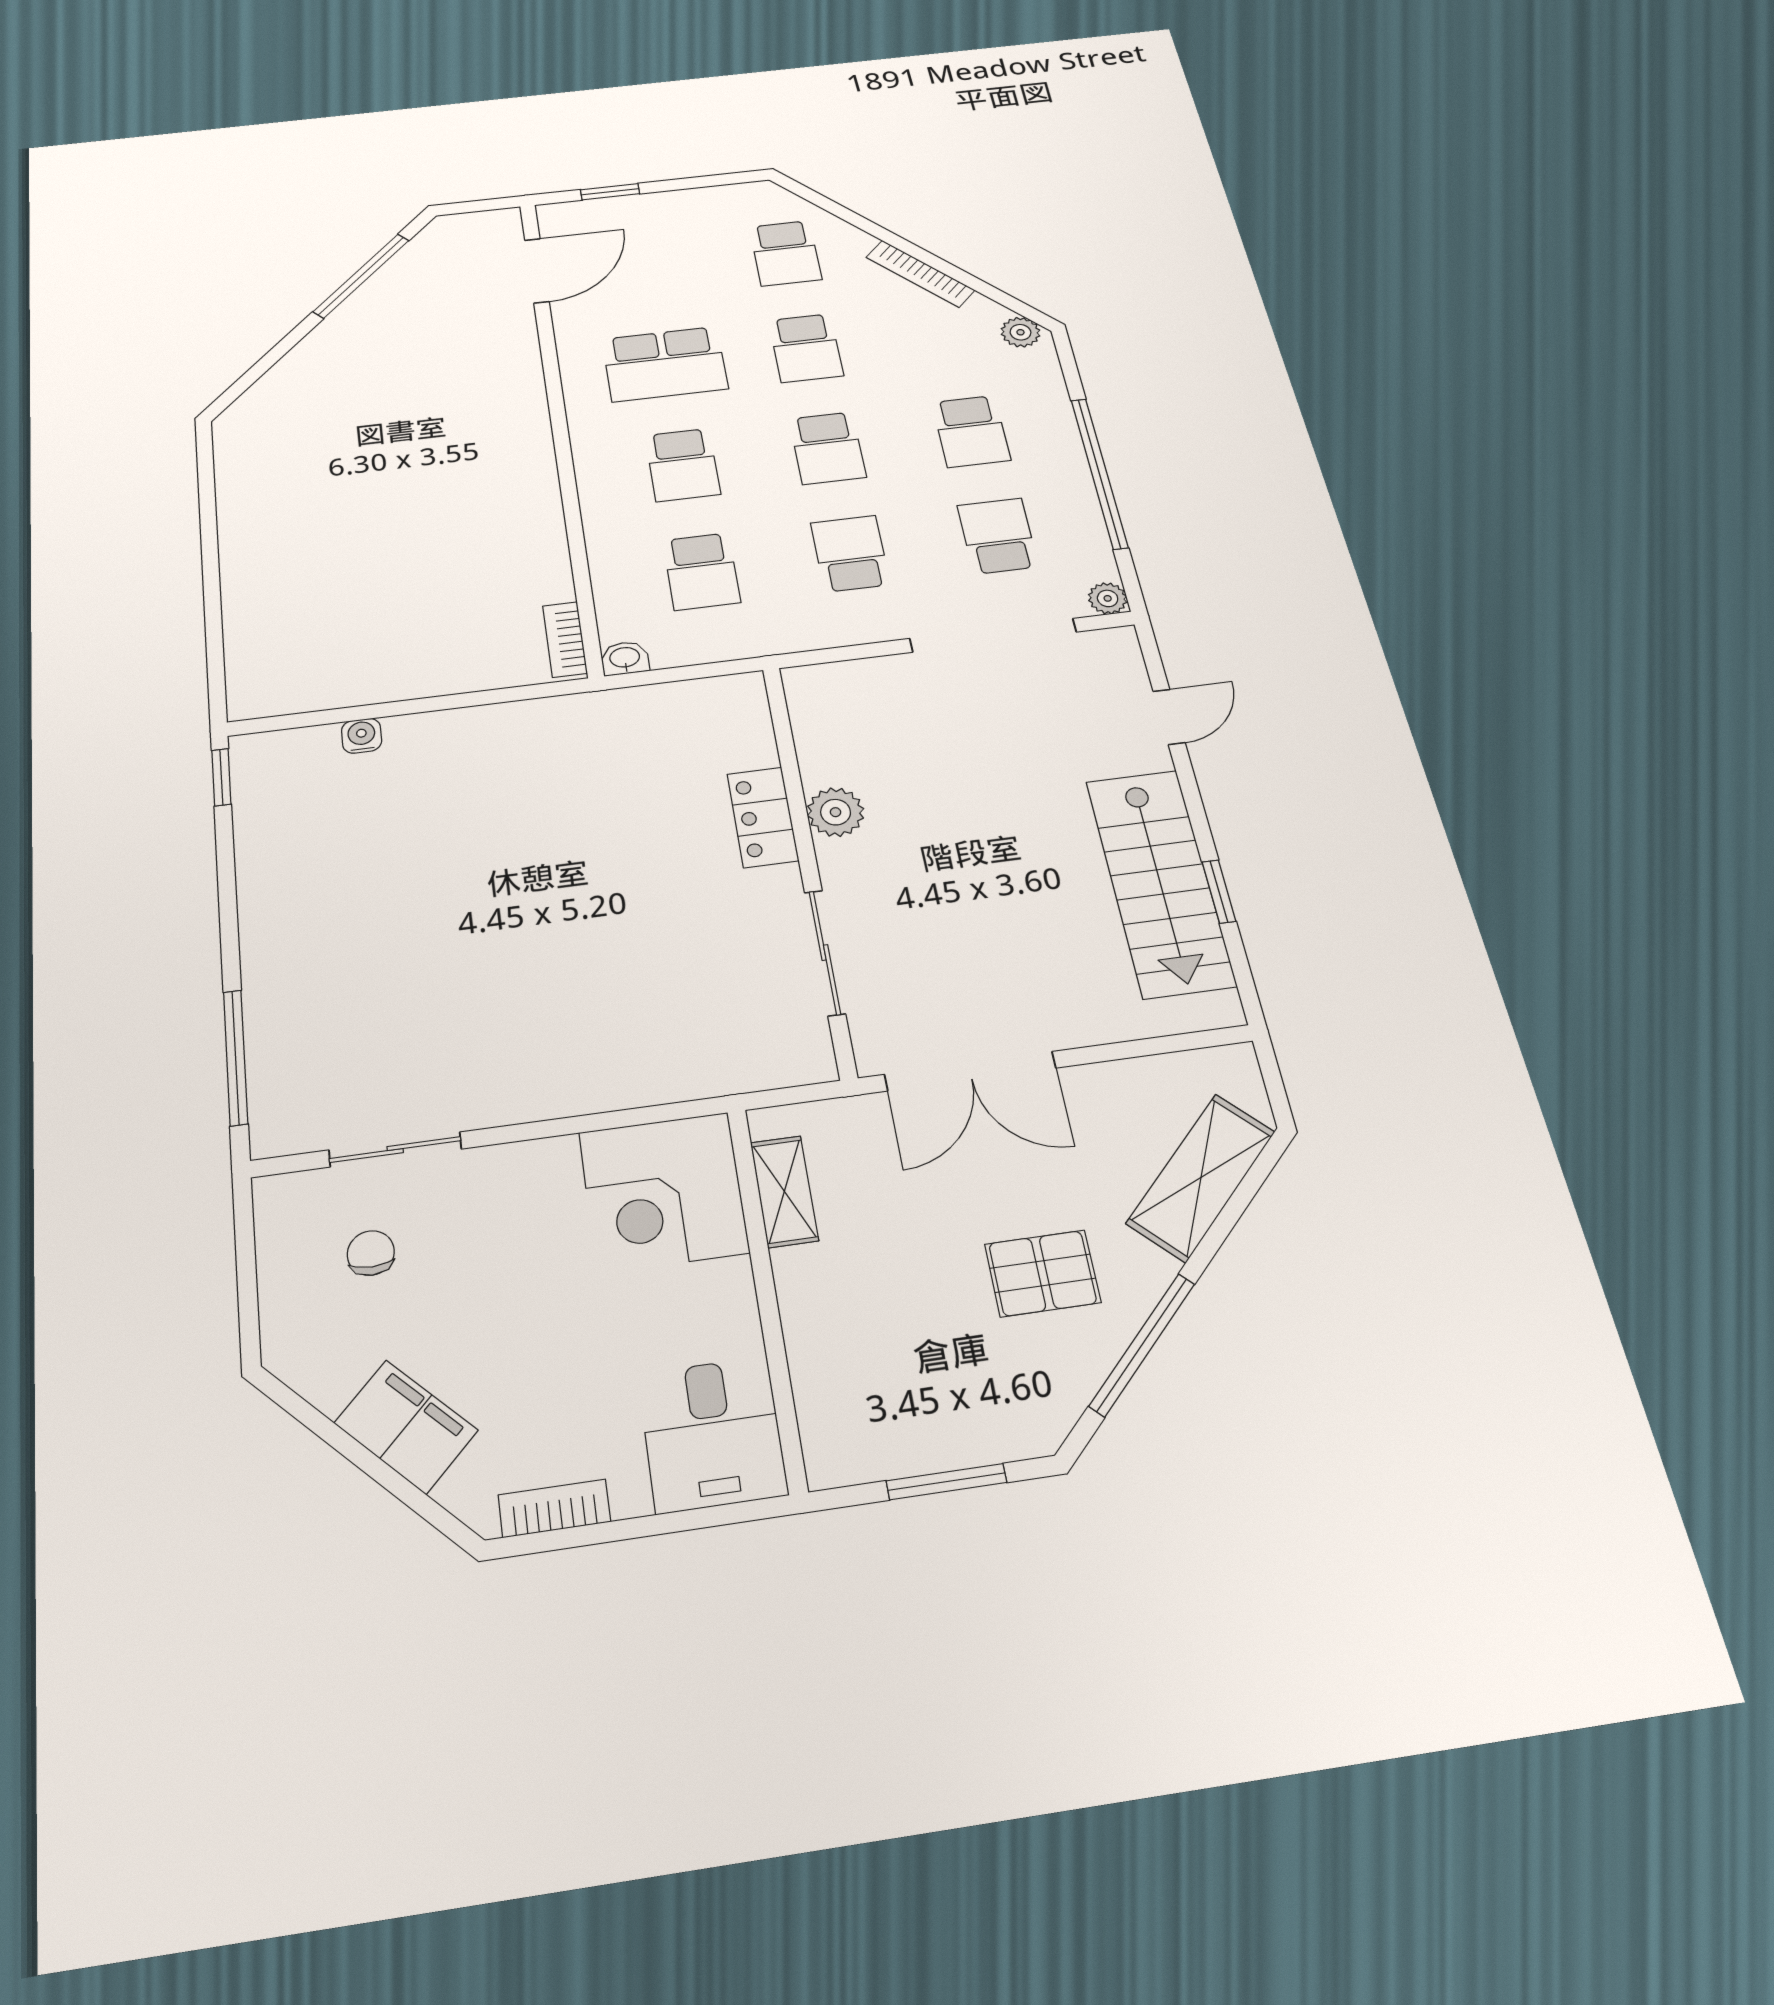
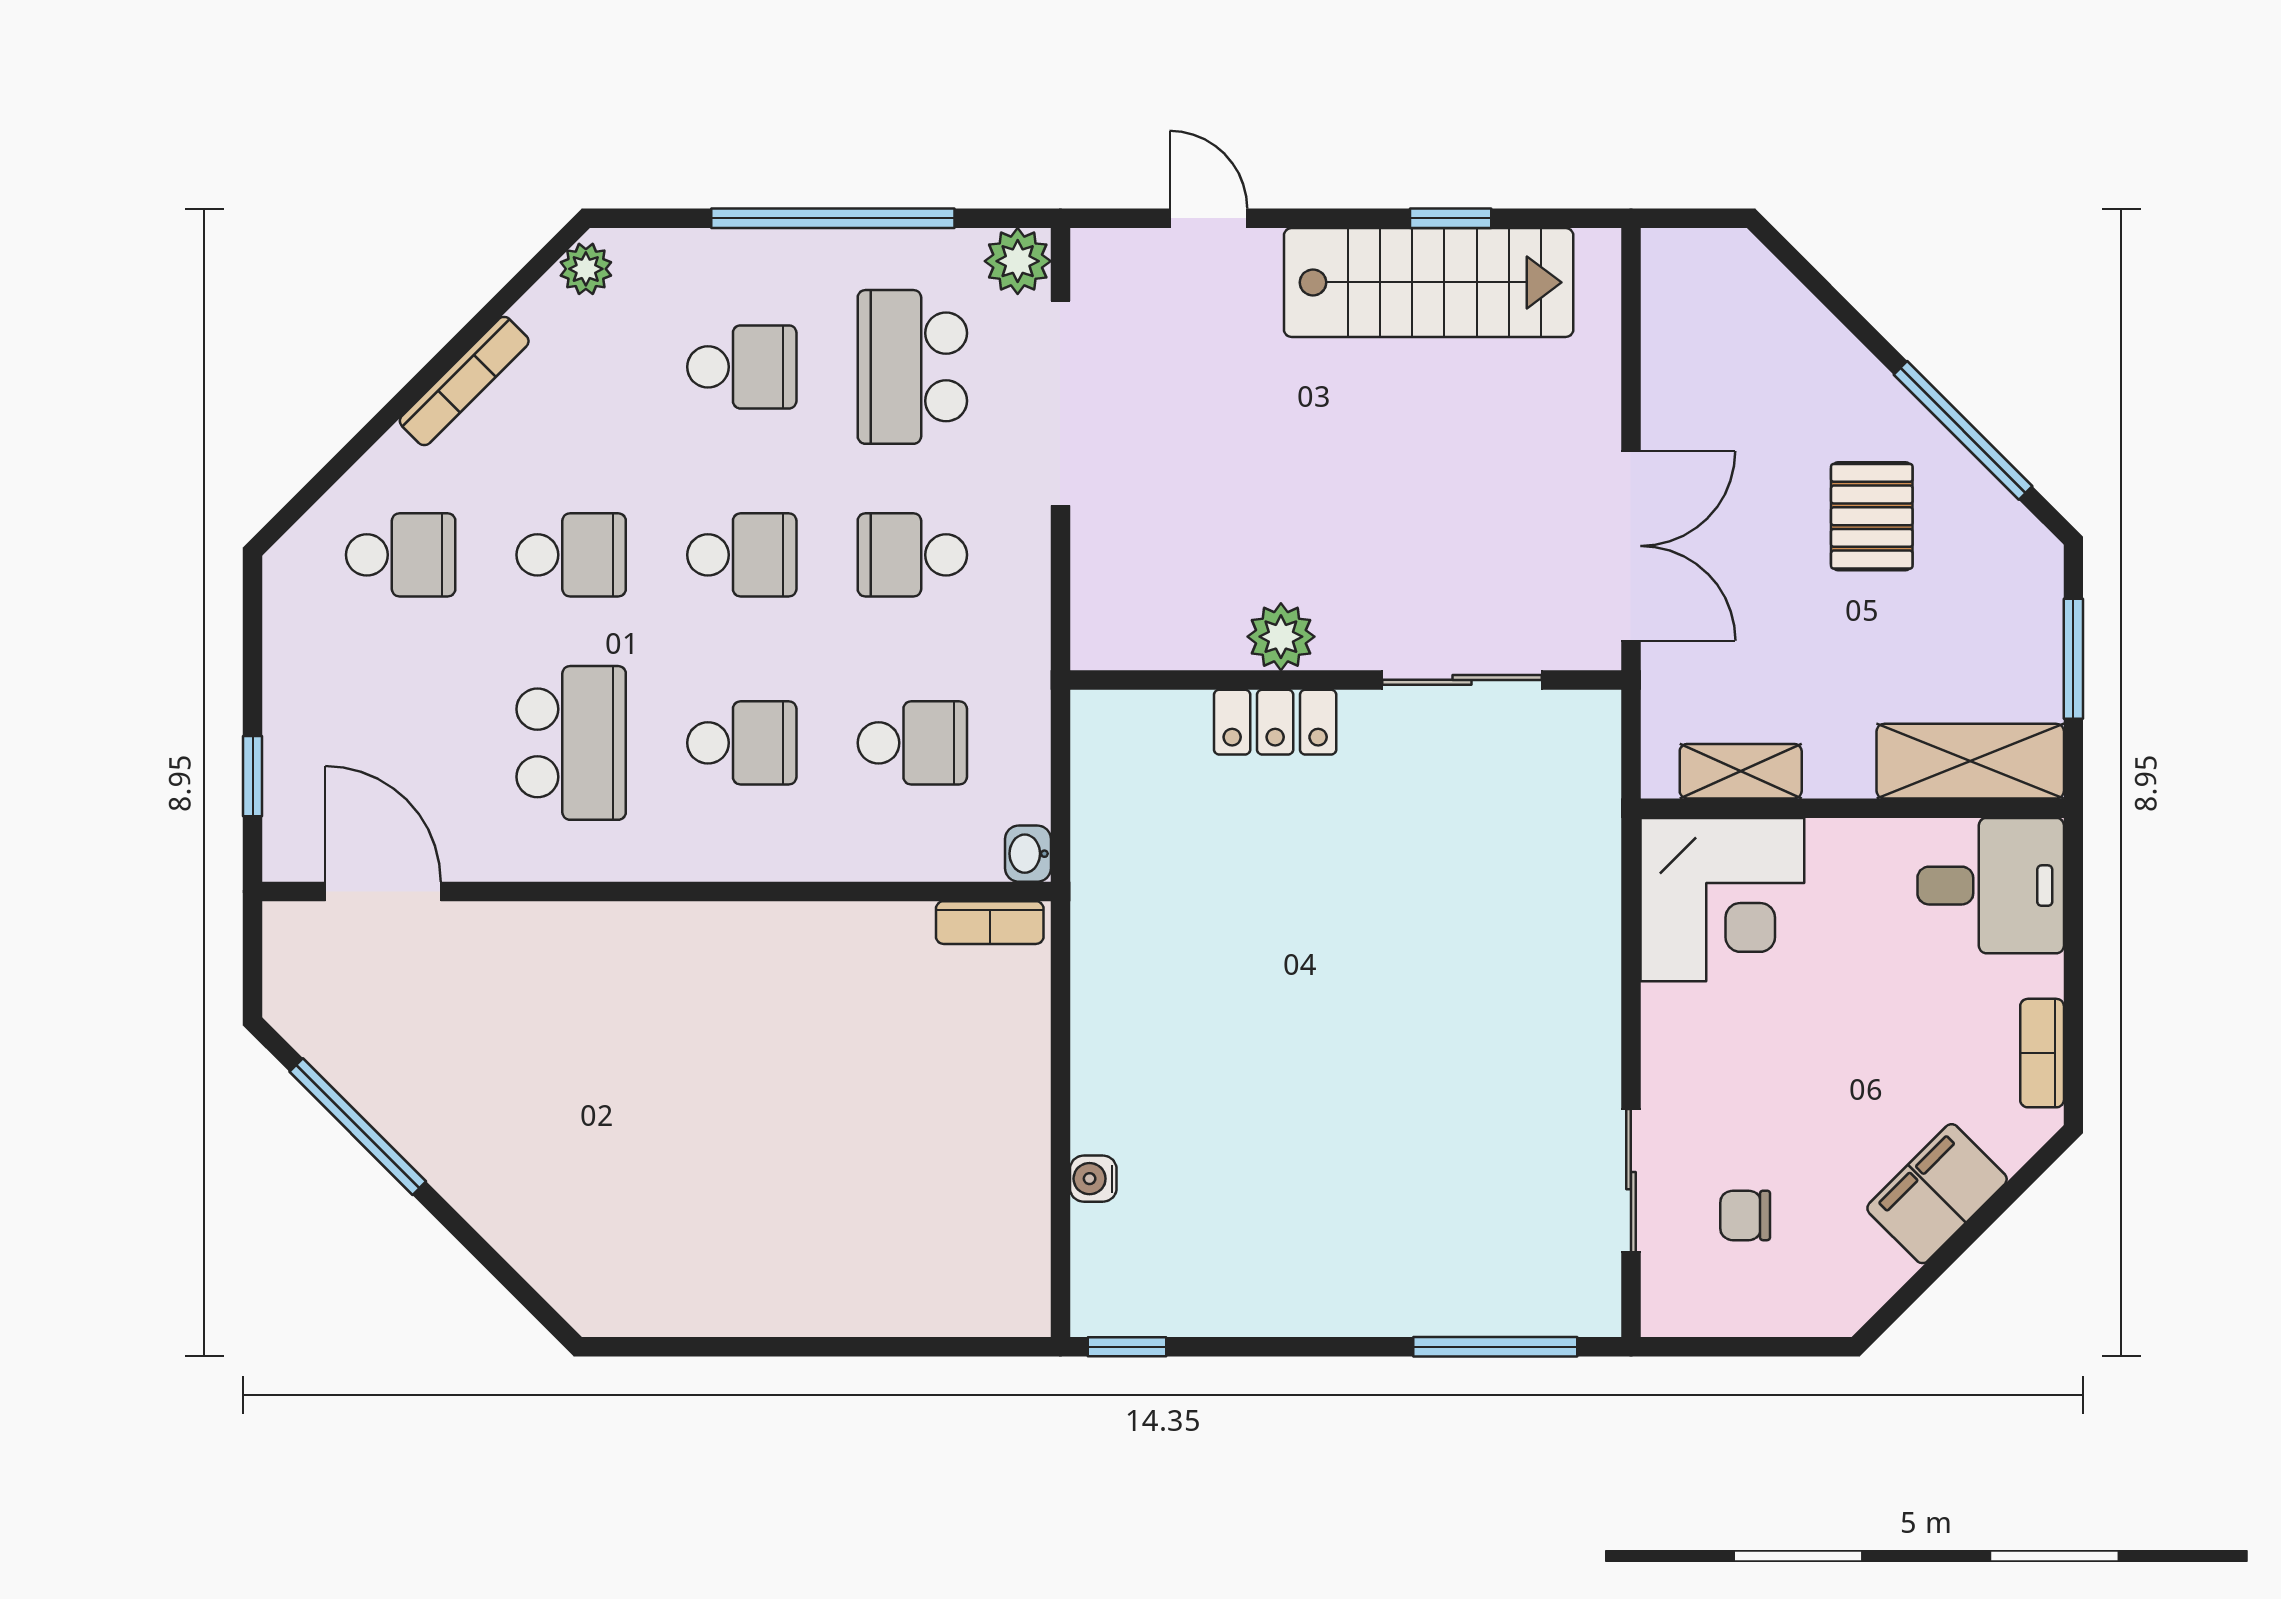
school desk: (998, 536) -> (912, 367), width x1.85
plant: (1108, 598) -> (1018, 261), width x1.38, depth x1.38
shelving: (1201, 1177) -> (1970, 761), moved, turned -45

